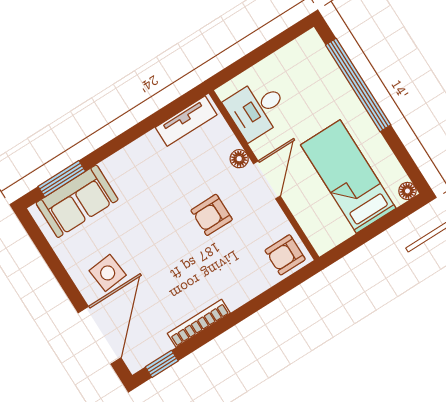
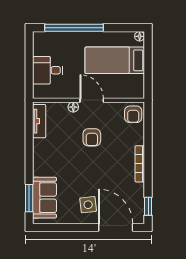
desk: (257, 109) -> (48, 70), moved, turned 90
bookcase: (199, 323) -> (140, 164), moved

